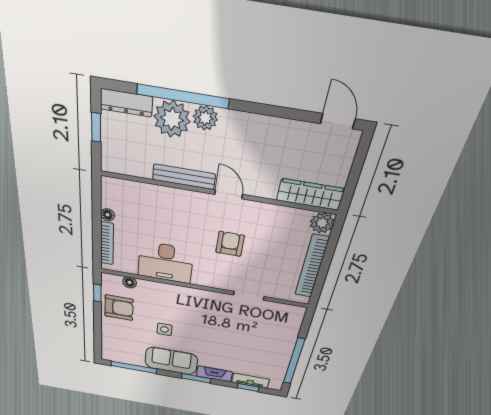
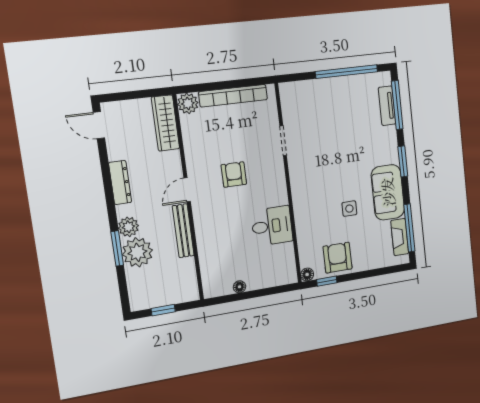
window: (183, 96) -> (117, 248), width x0.47
dresser: (126, 103) -> (120, 182), moved
door: (338, 121) -> (99, 125), hinge flipped
bookcase: (107, 244) -> (269, 282), removed
armchair: (230, 244) -> (234, 174), turned 90
desk: (165, 263) -> (272, 226), width x0.73
floor lamp: (130, 282) -> (307, 274), moved
fireplace: (214, 374) -> (400, 237), moved
window: (248, 388) -> (397, 105), width x2.17

